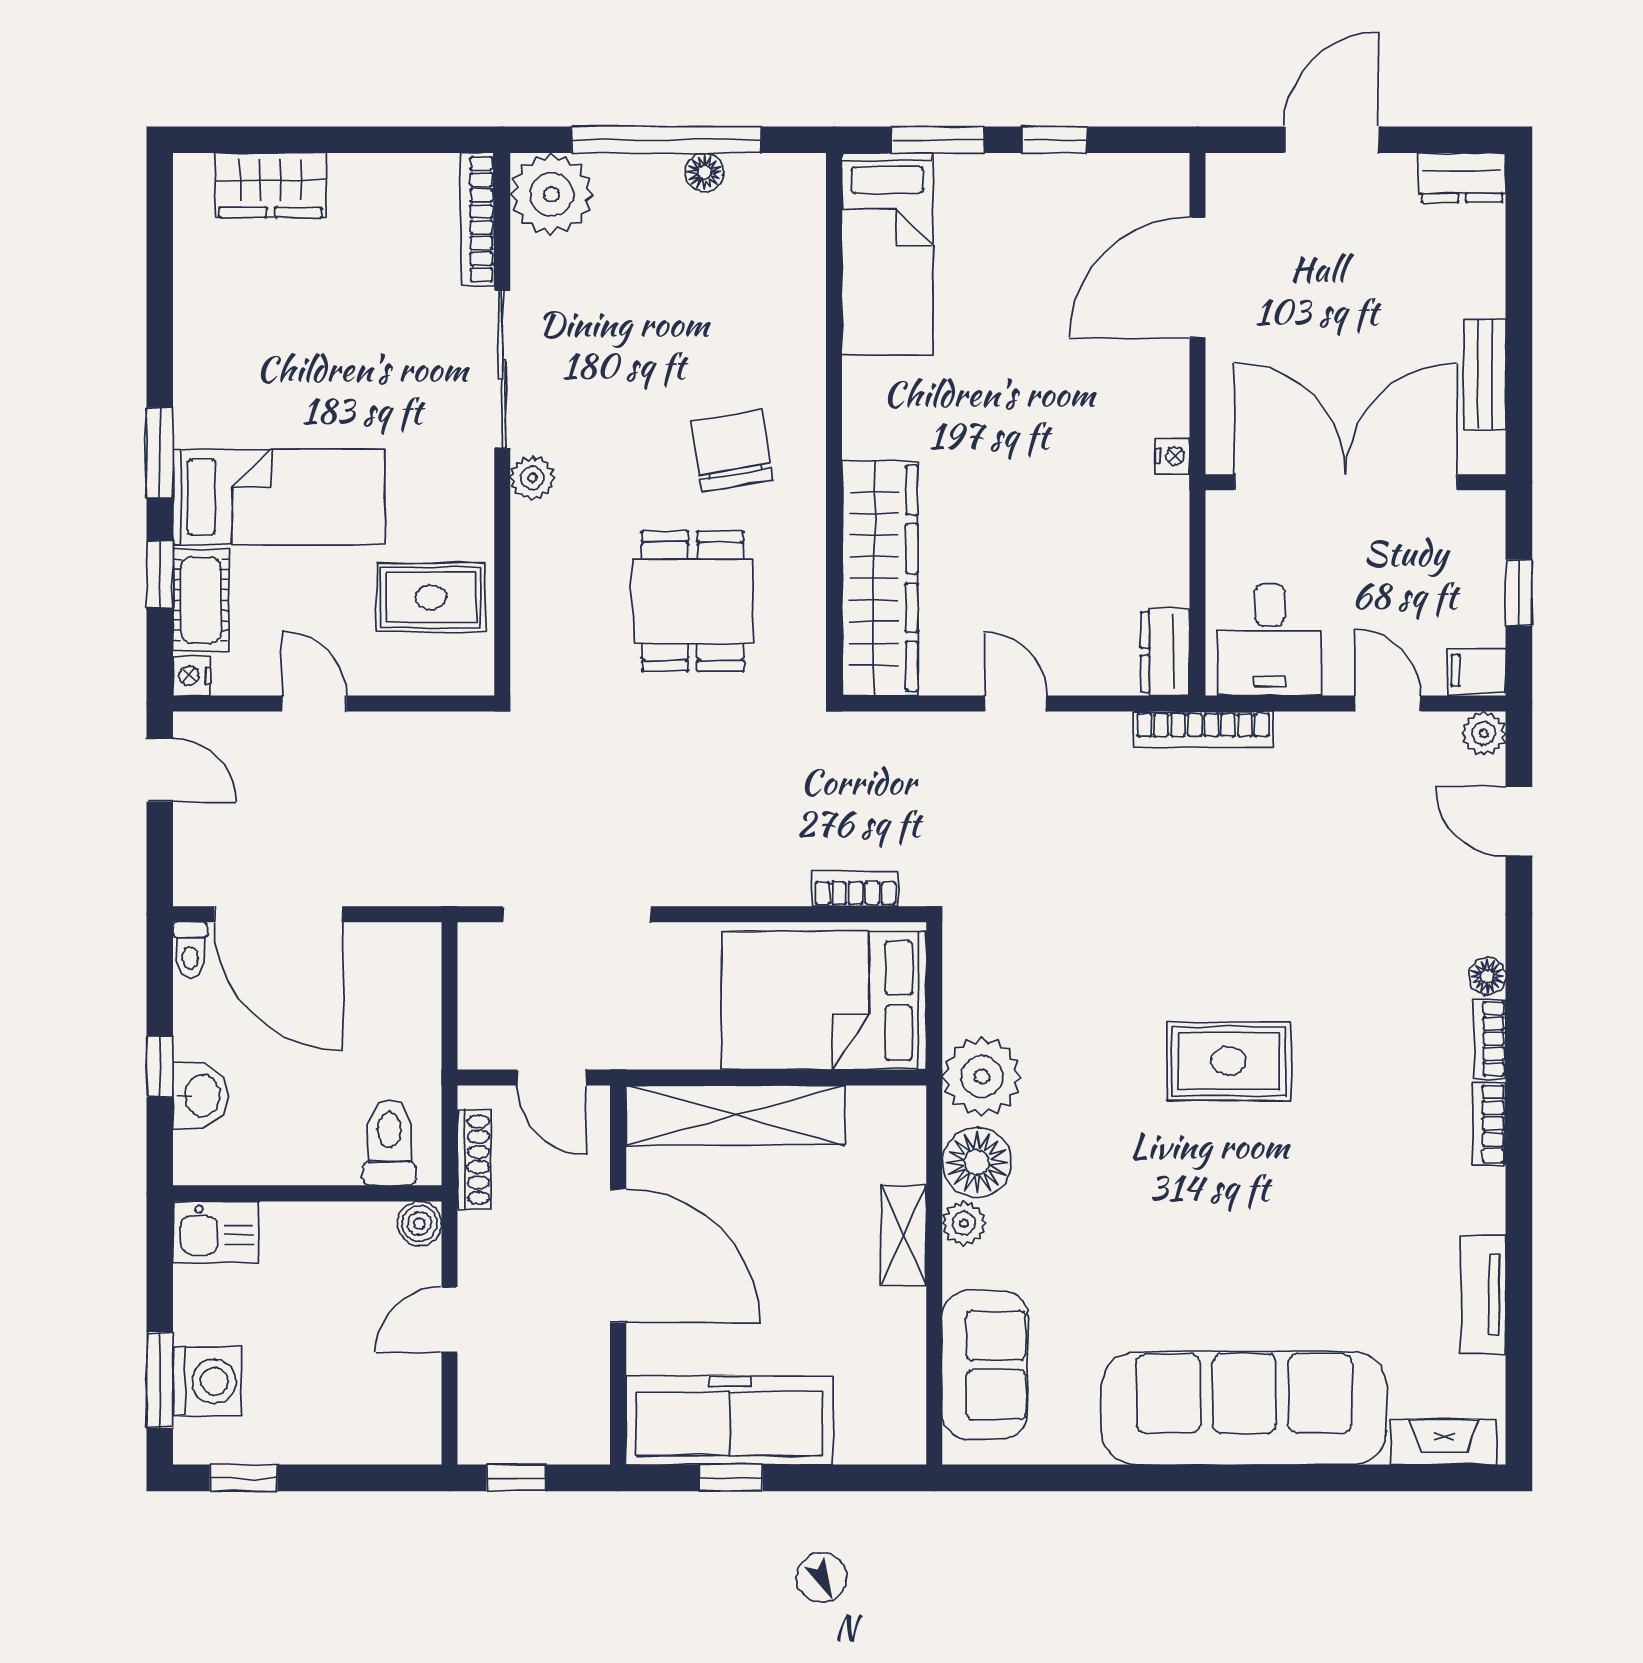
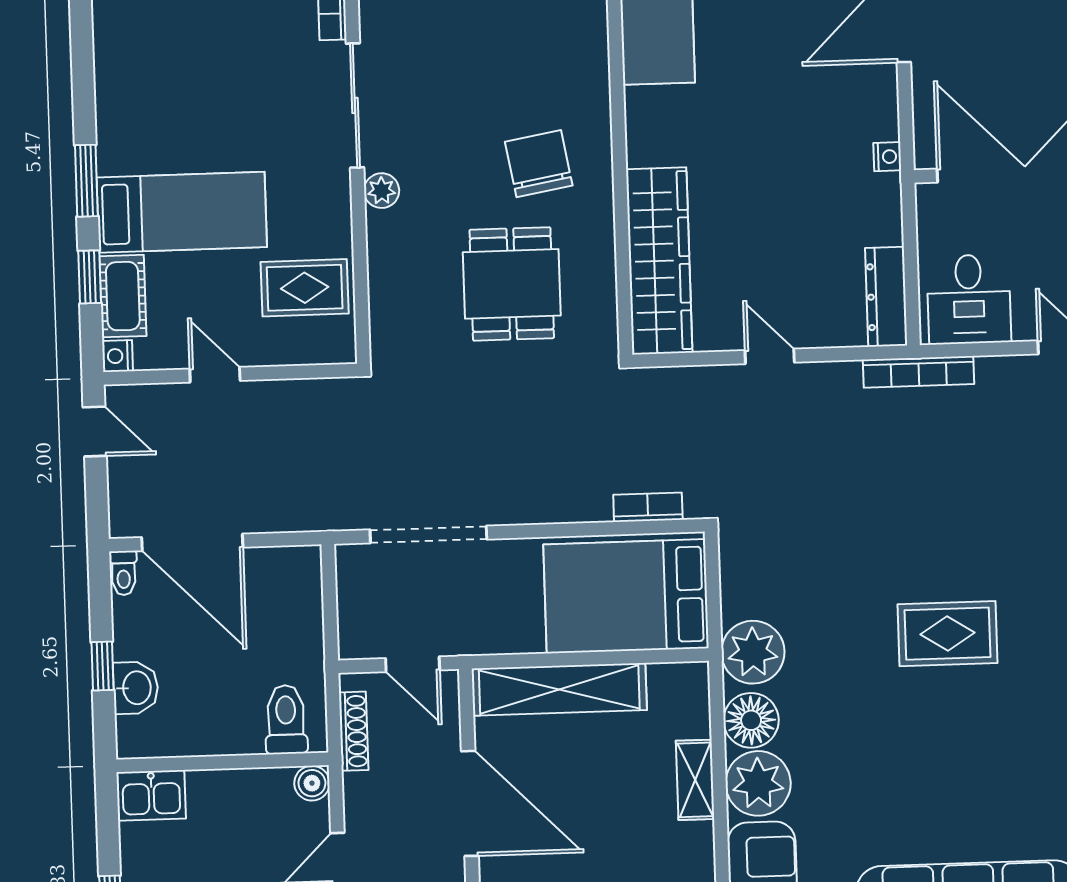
dresser: (1165, 652) -> (886, 297), width x1.44
plant: (964, 1223) -> (758, 783), width x1.87, depth x1.87

